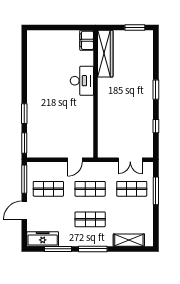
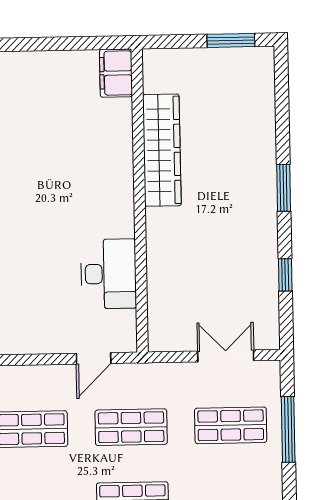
wardrobe: (105, 54) -> (162, 150), moved
desk: (82, 81) -> (108, 274), moved
double door: (130, 160) -> (226, 356), swing flipped

